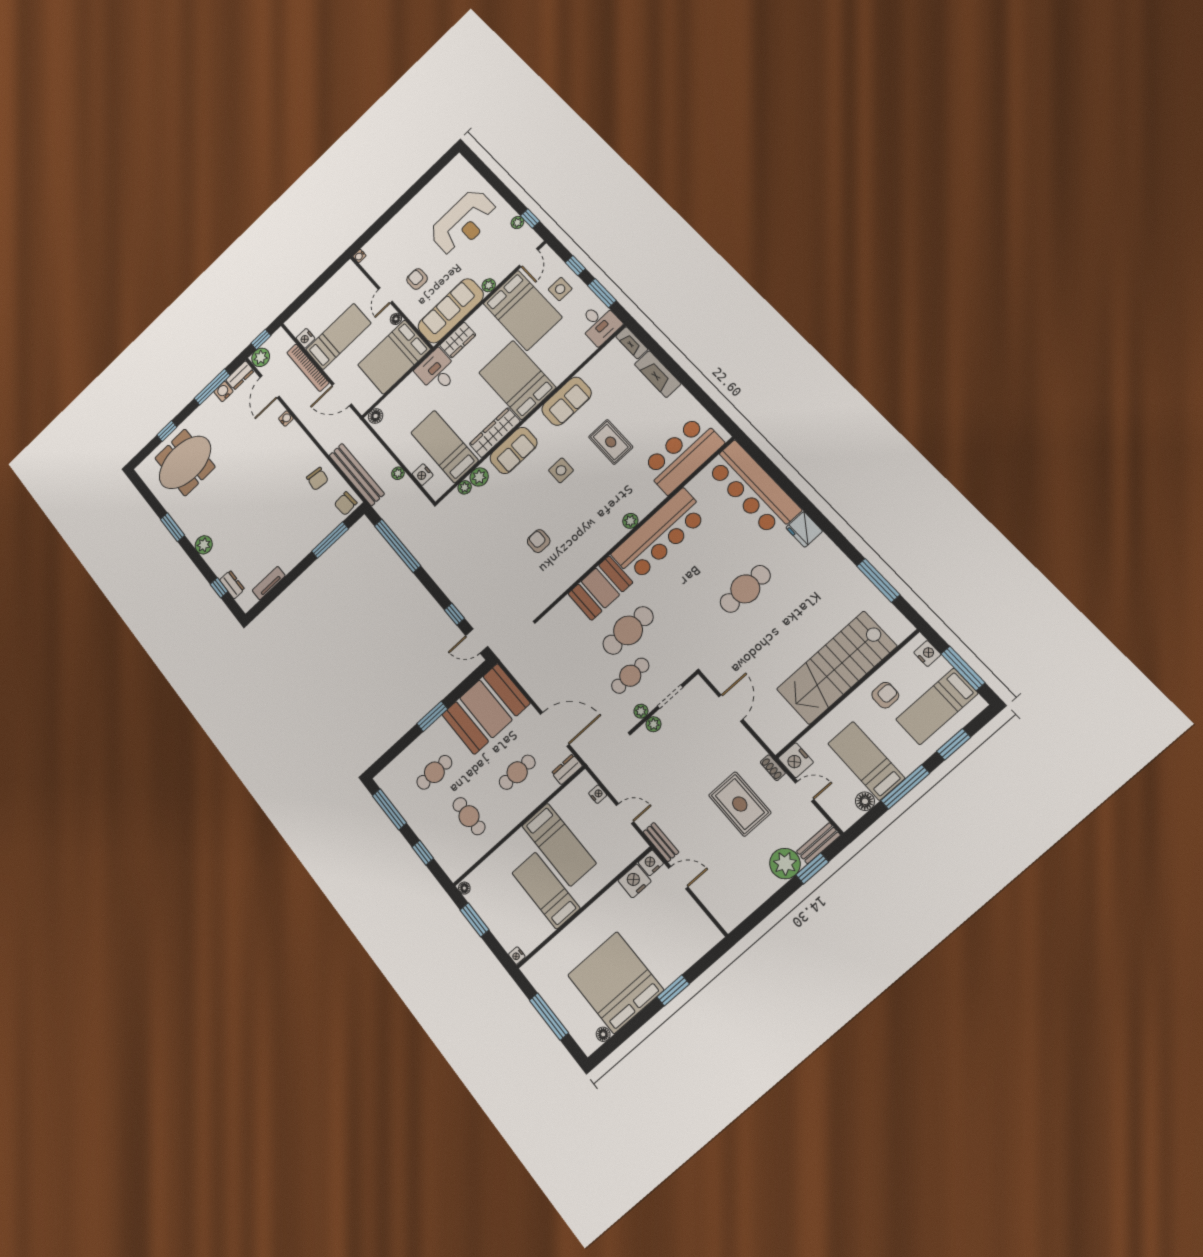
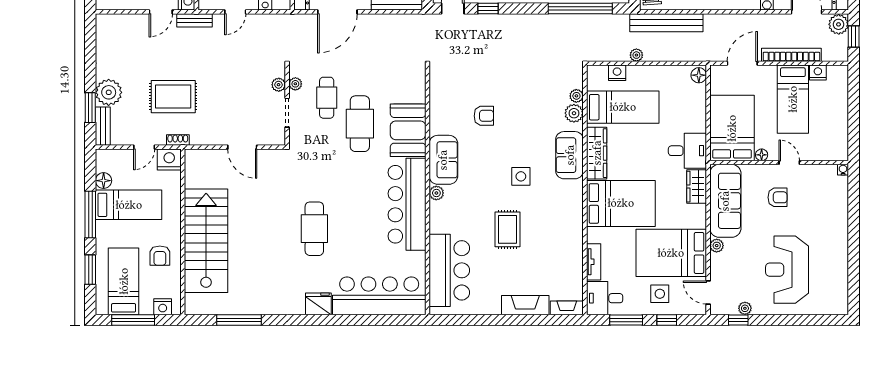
tv unit: (579, 357) -> (594, 262), added
sofa: (567, 401) -> (443, 160), moved, turned 180
rug: (611, 442) -> (507, 229), turned 90

